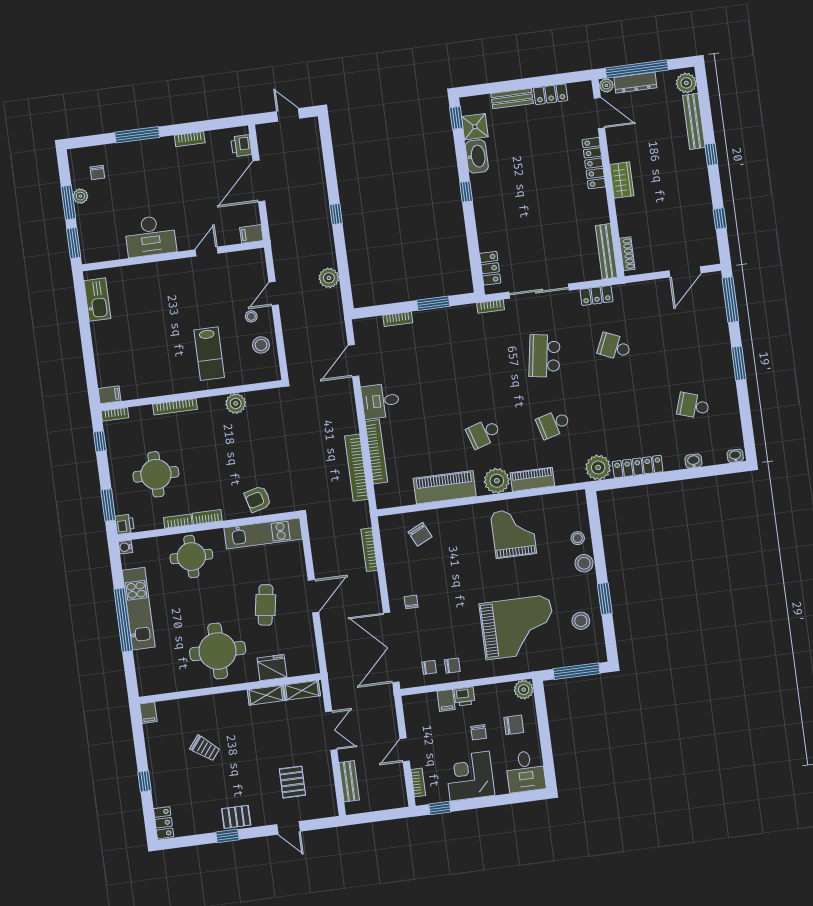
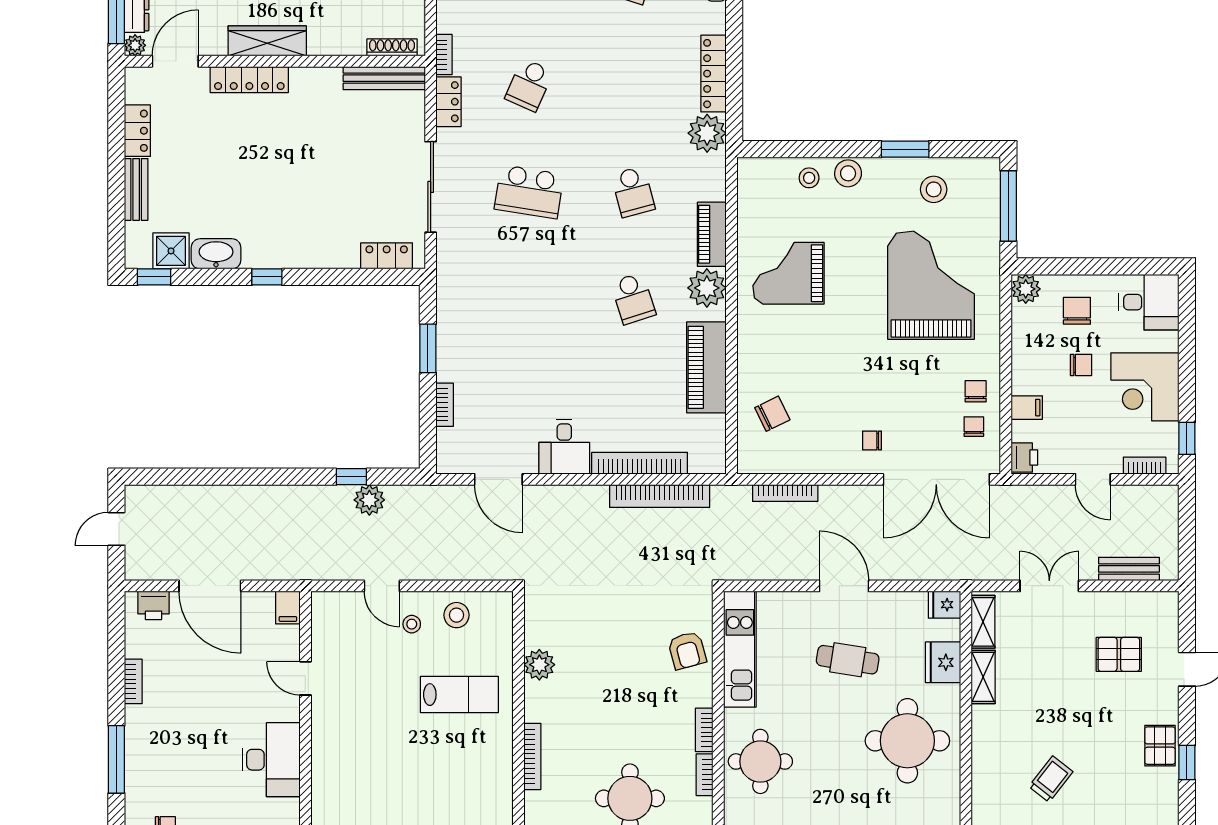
wardrobe: (622, 180) -> (267, 41), width x1.50
window: (336, 214) -> (351, 477), moved
bookcase: (491, 306) -> (444, 55), moved
fridge: (310, 664) -> (944, 605), added
printer: (464, 696) -> (1024, 458), moved

